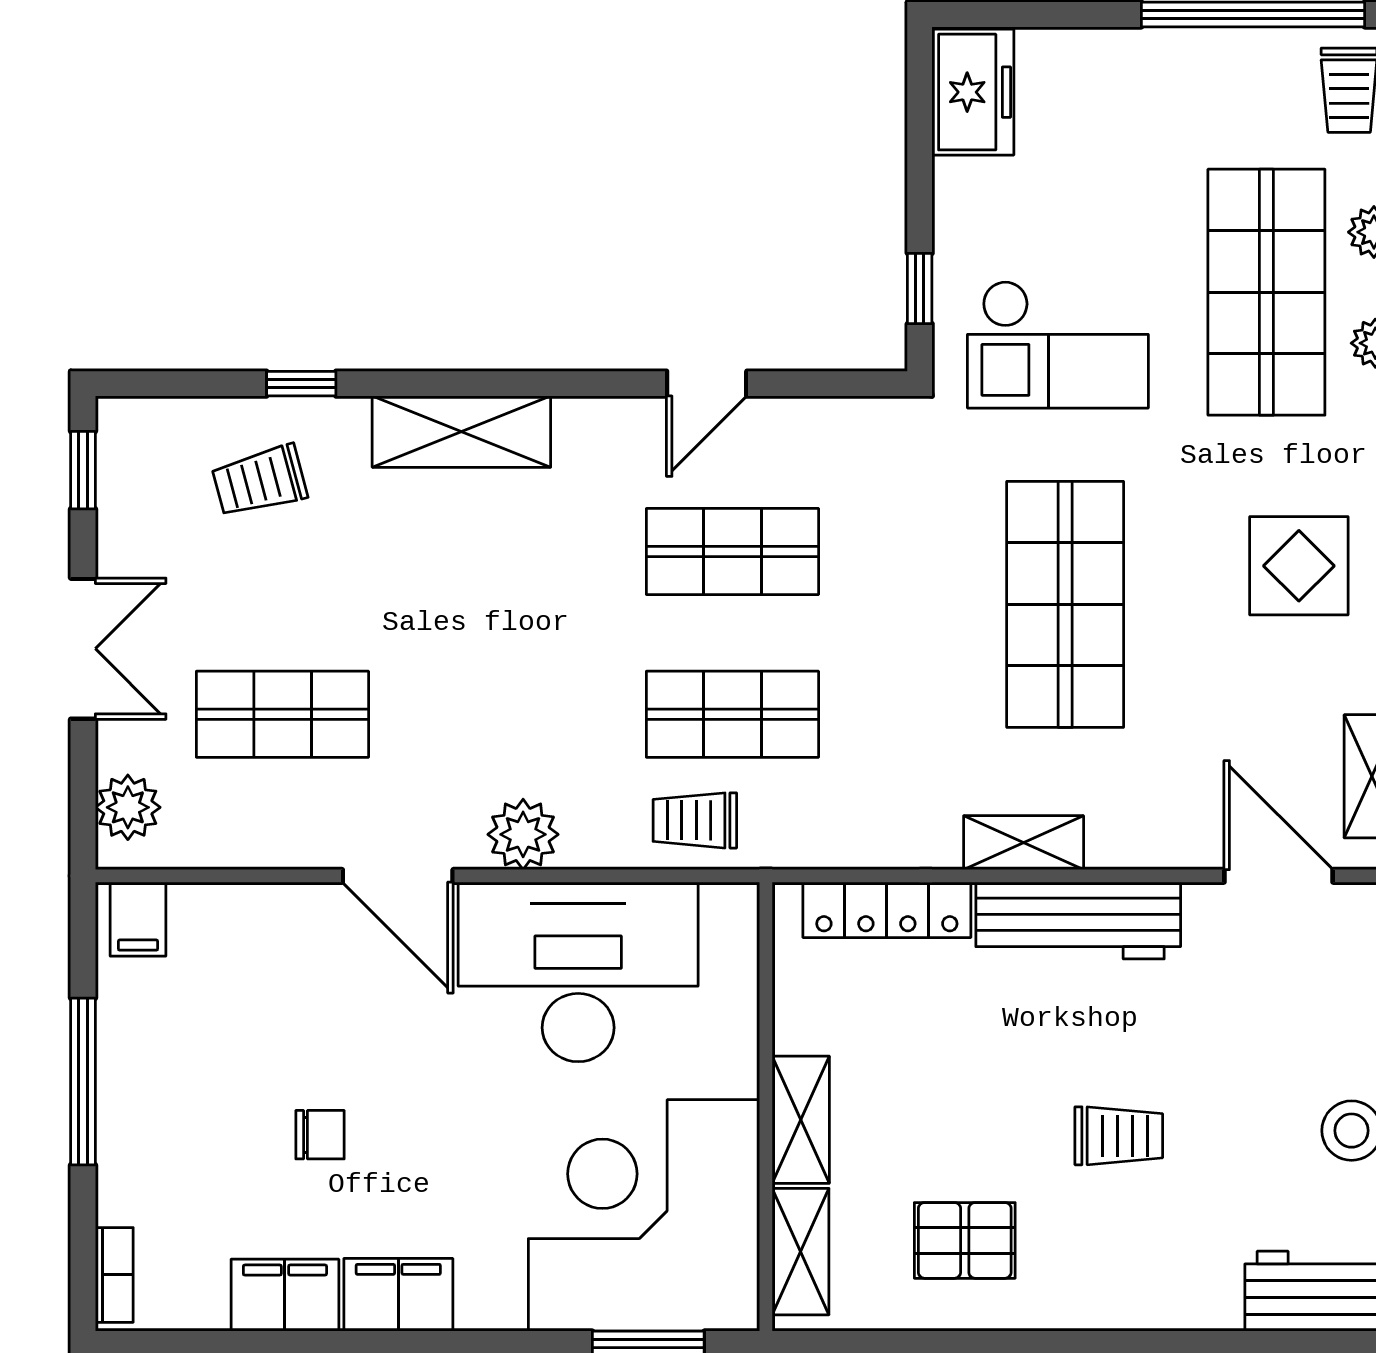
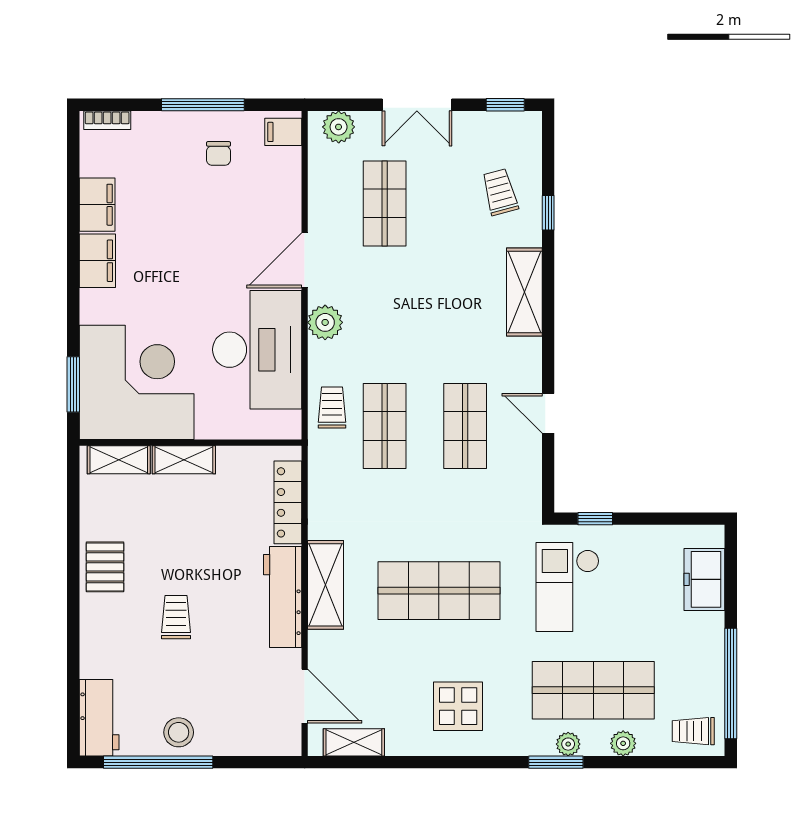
freezer: (973, 92) -> (704, 579), moved, turned 90
shelving: (1024, 843) -> (325, 585), width x1.50, depth x1.33
door: (1279, 876) -> (305, 696), hinge flipped
chair: (320, 1135) -> (218, 153), moved
trolley: (1119, 1136) -> (176, 617), turned 180
pallet: (965, 1240) -> (105, 567), moved

